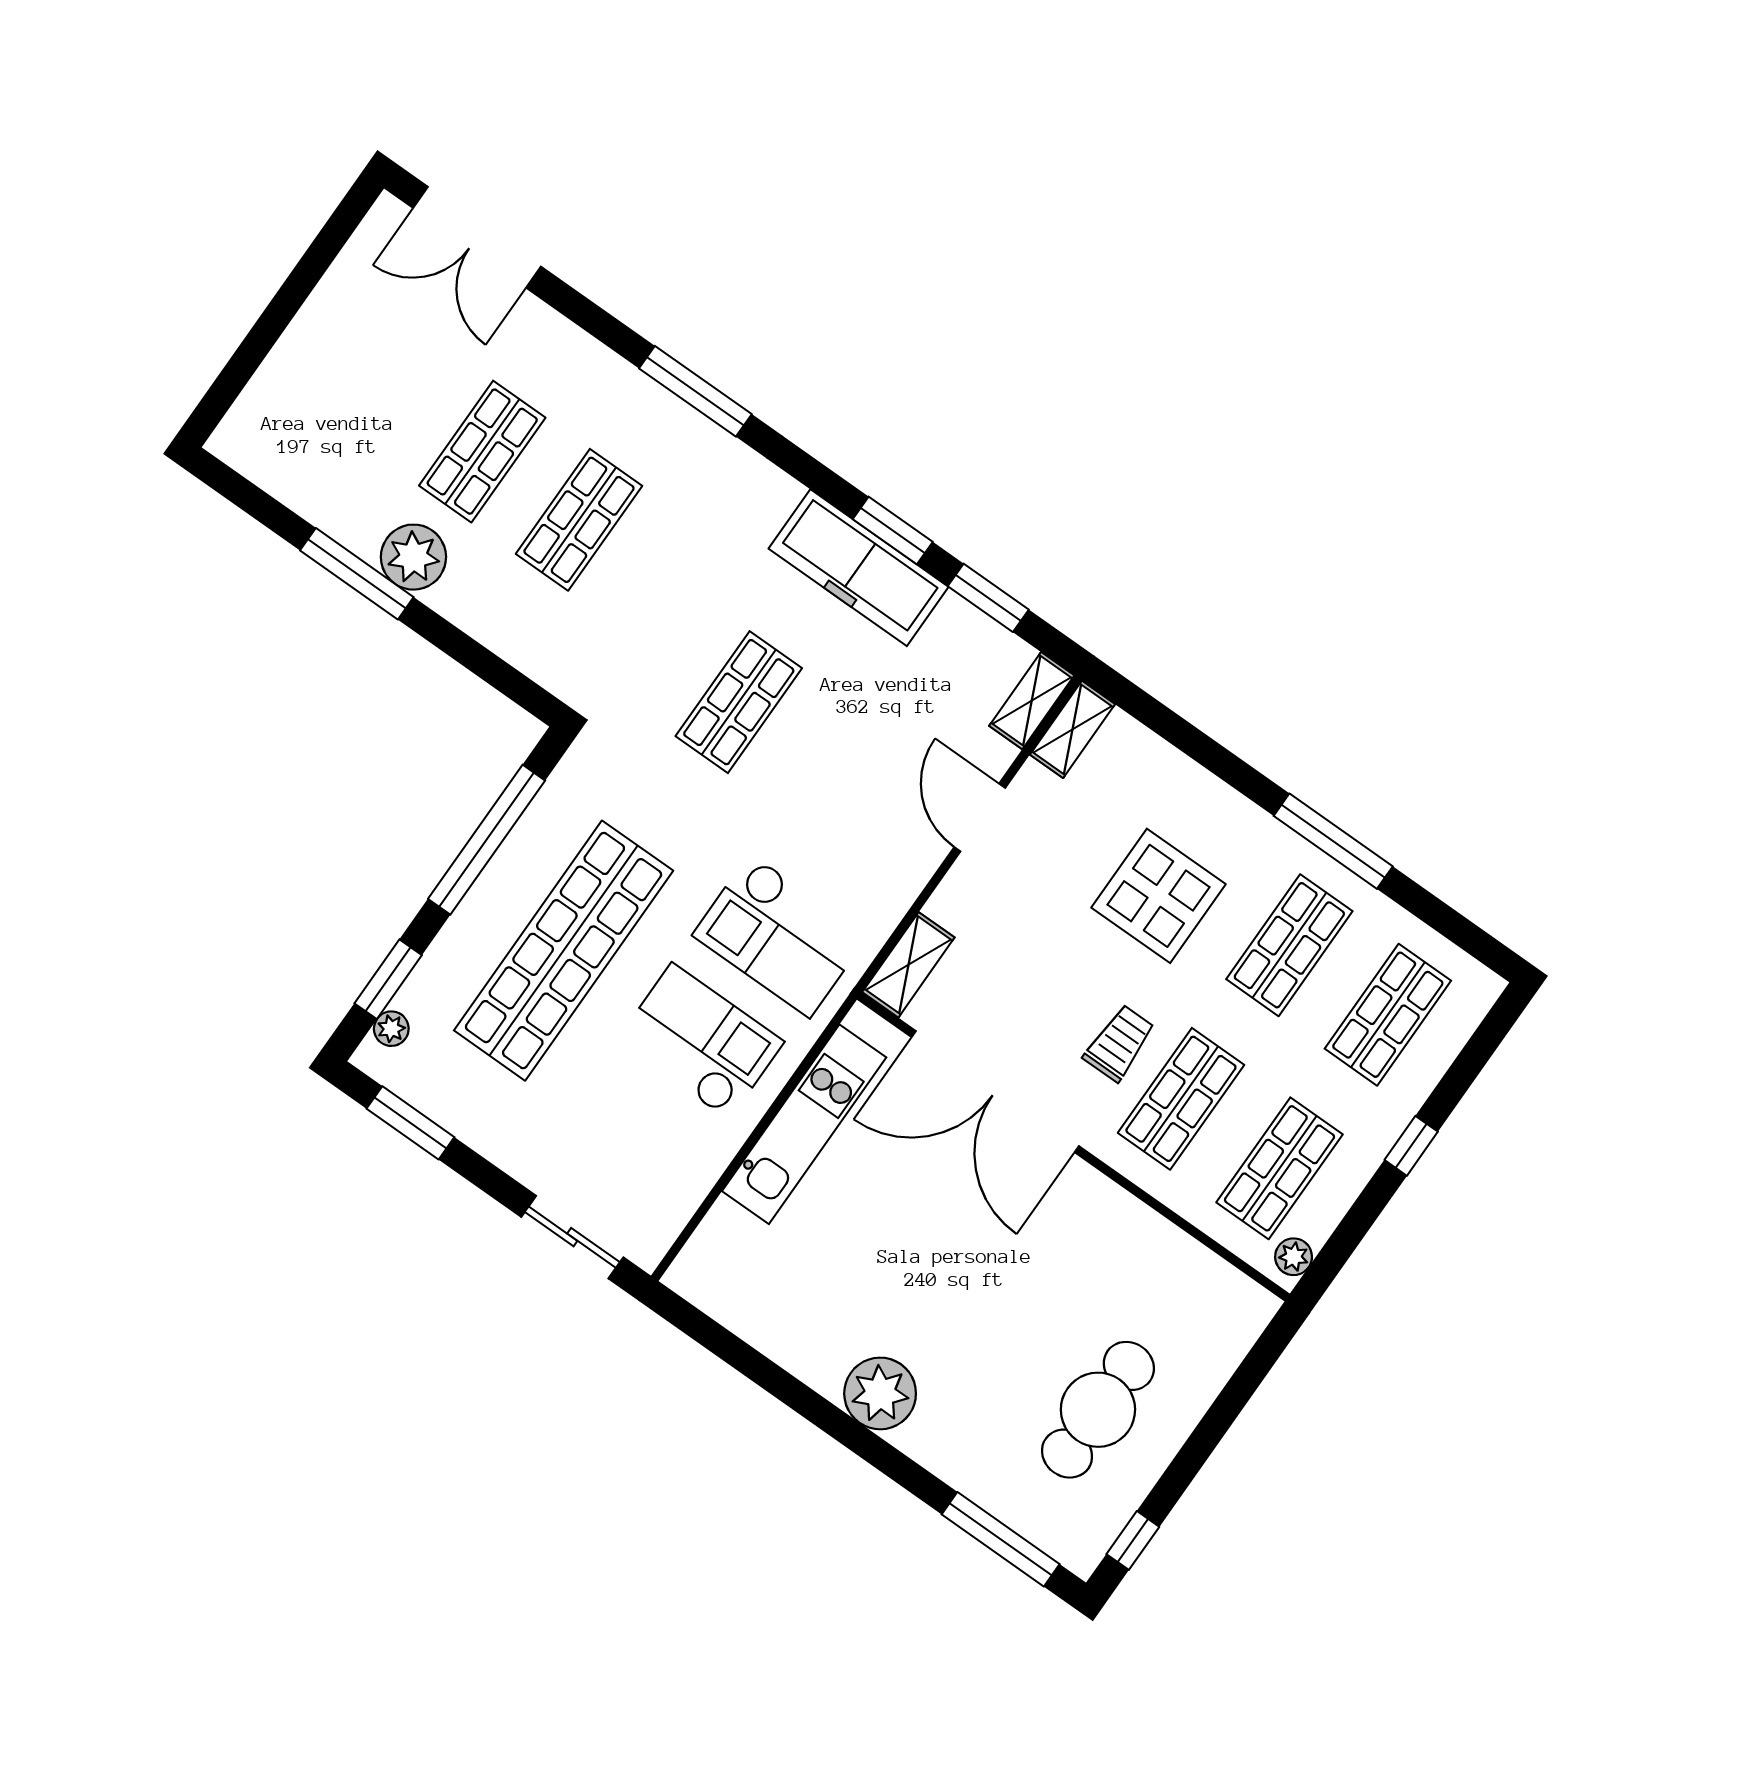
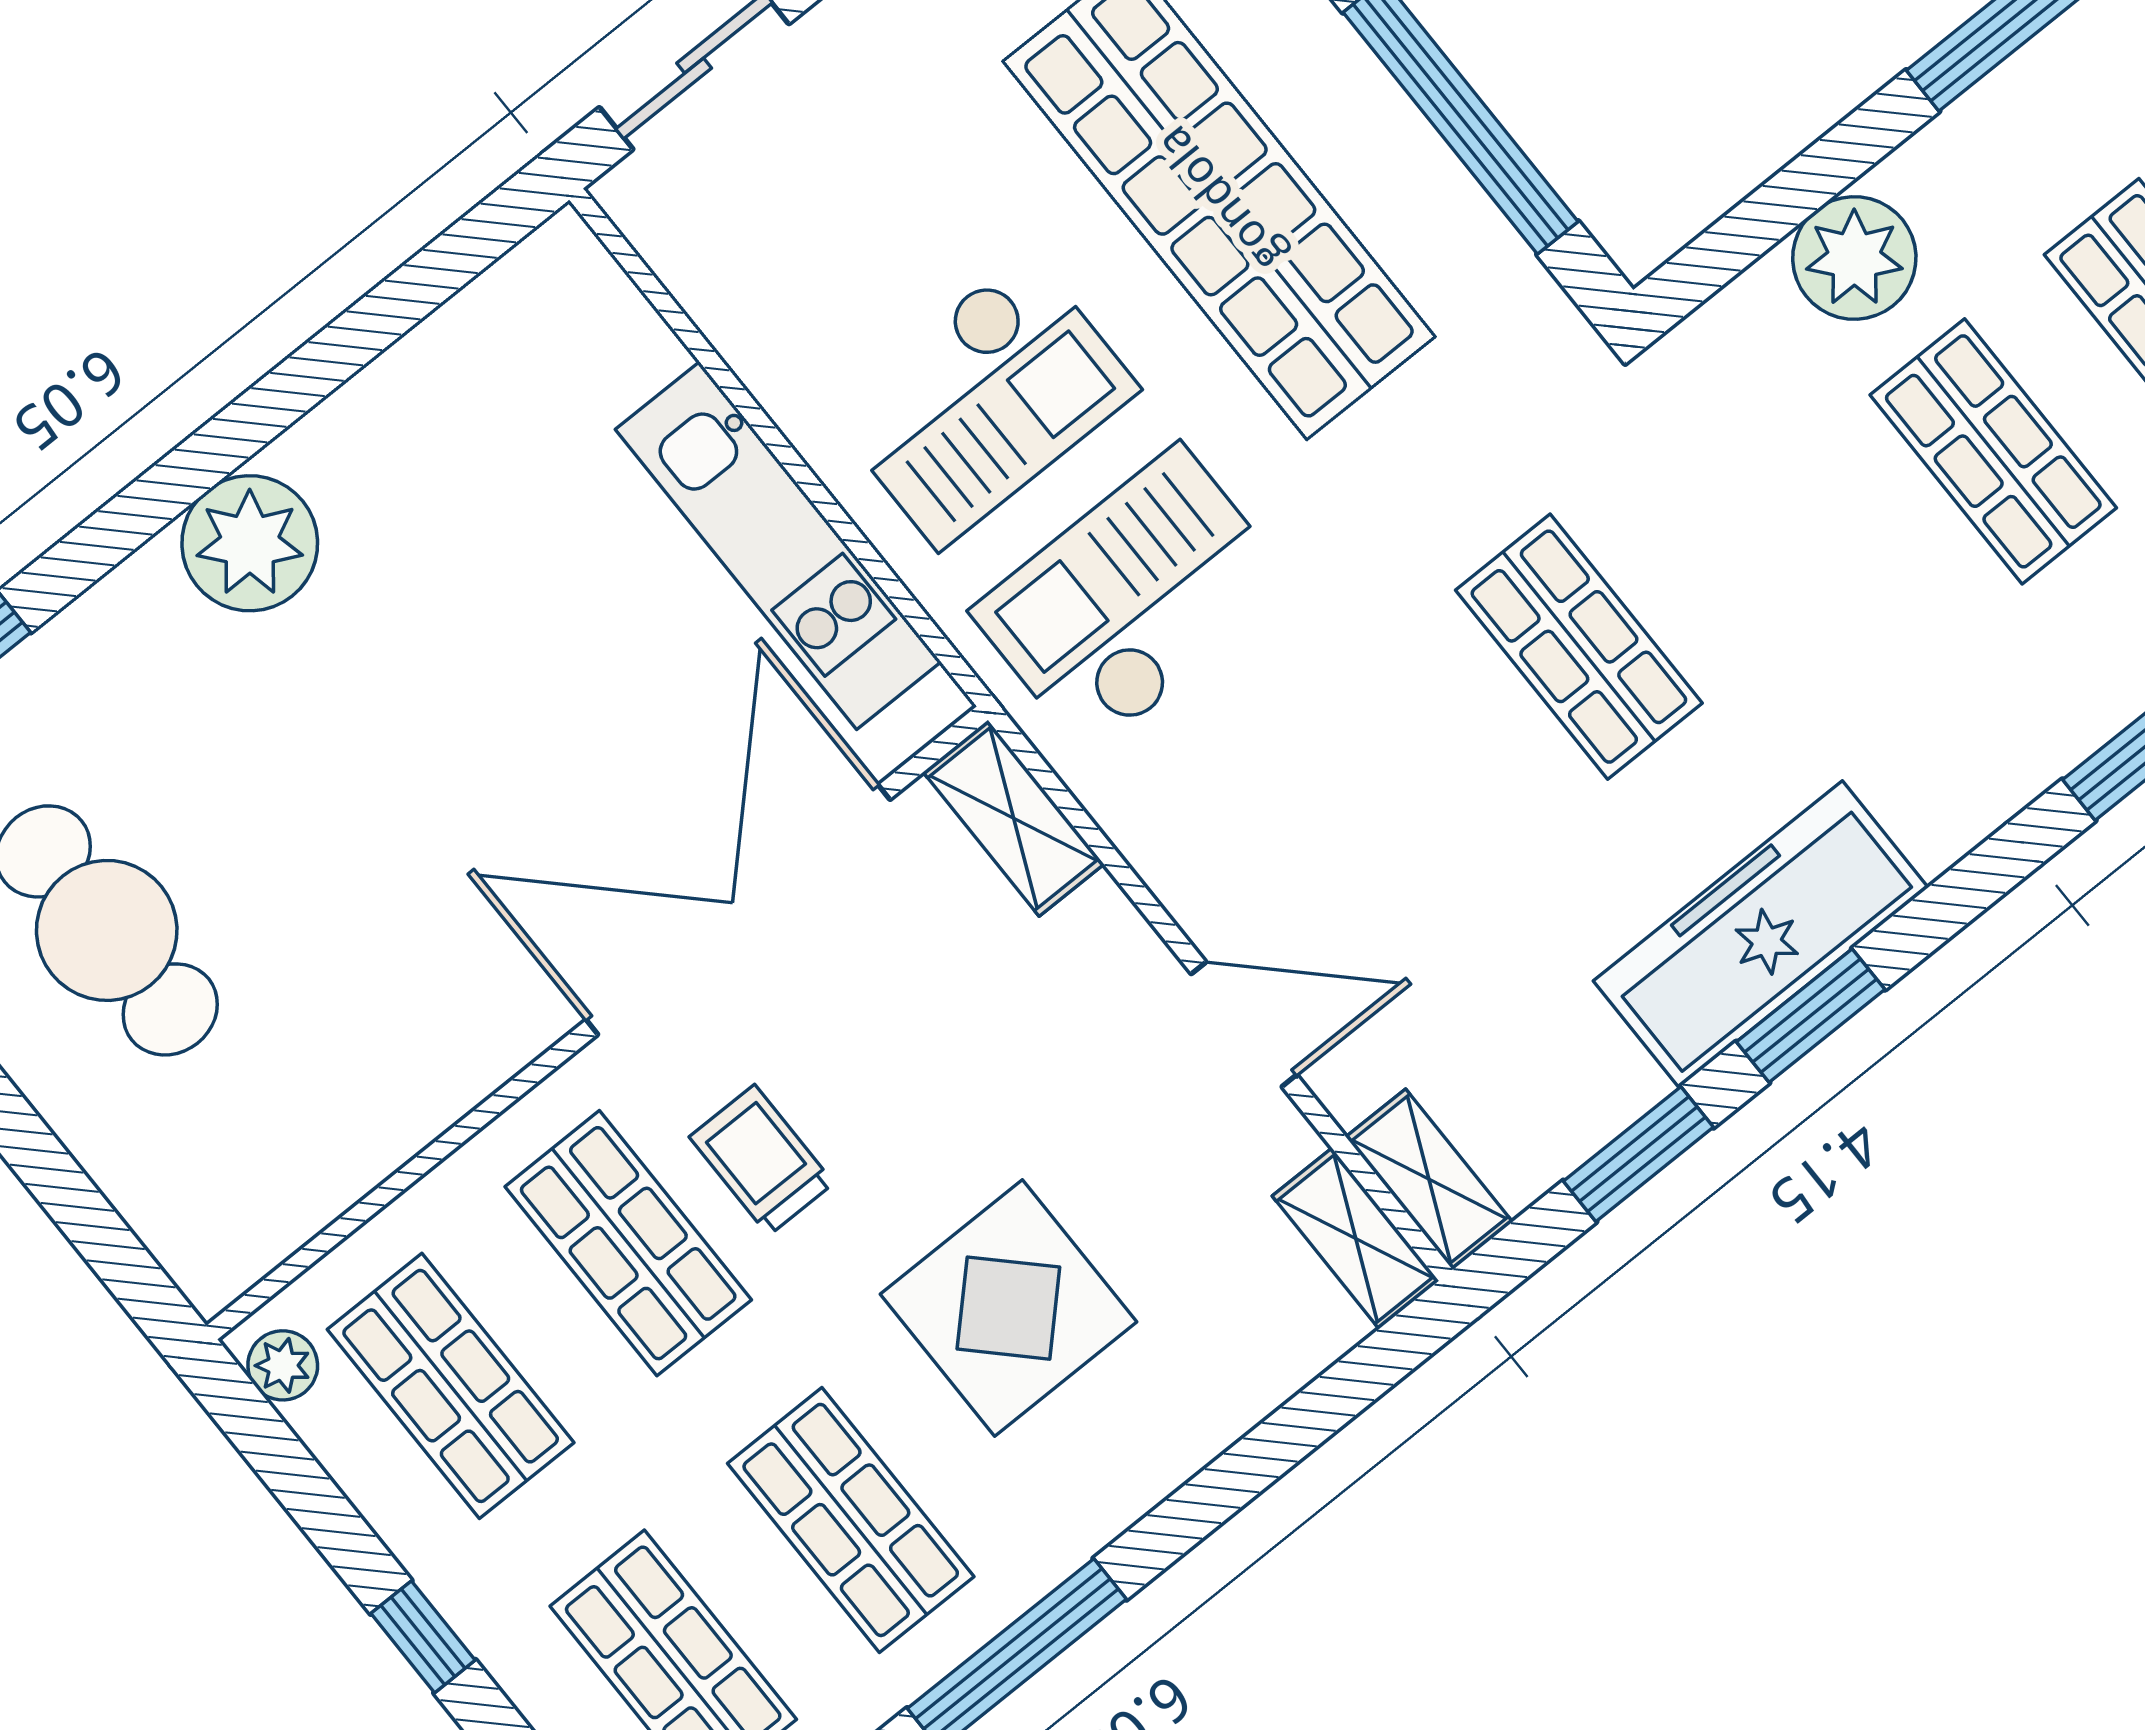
plant: (413, 557) -> (1854, 258), moved
trolley: (1119, 1043) -> (762, 1160), turned 180

